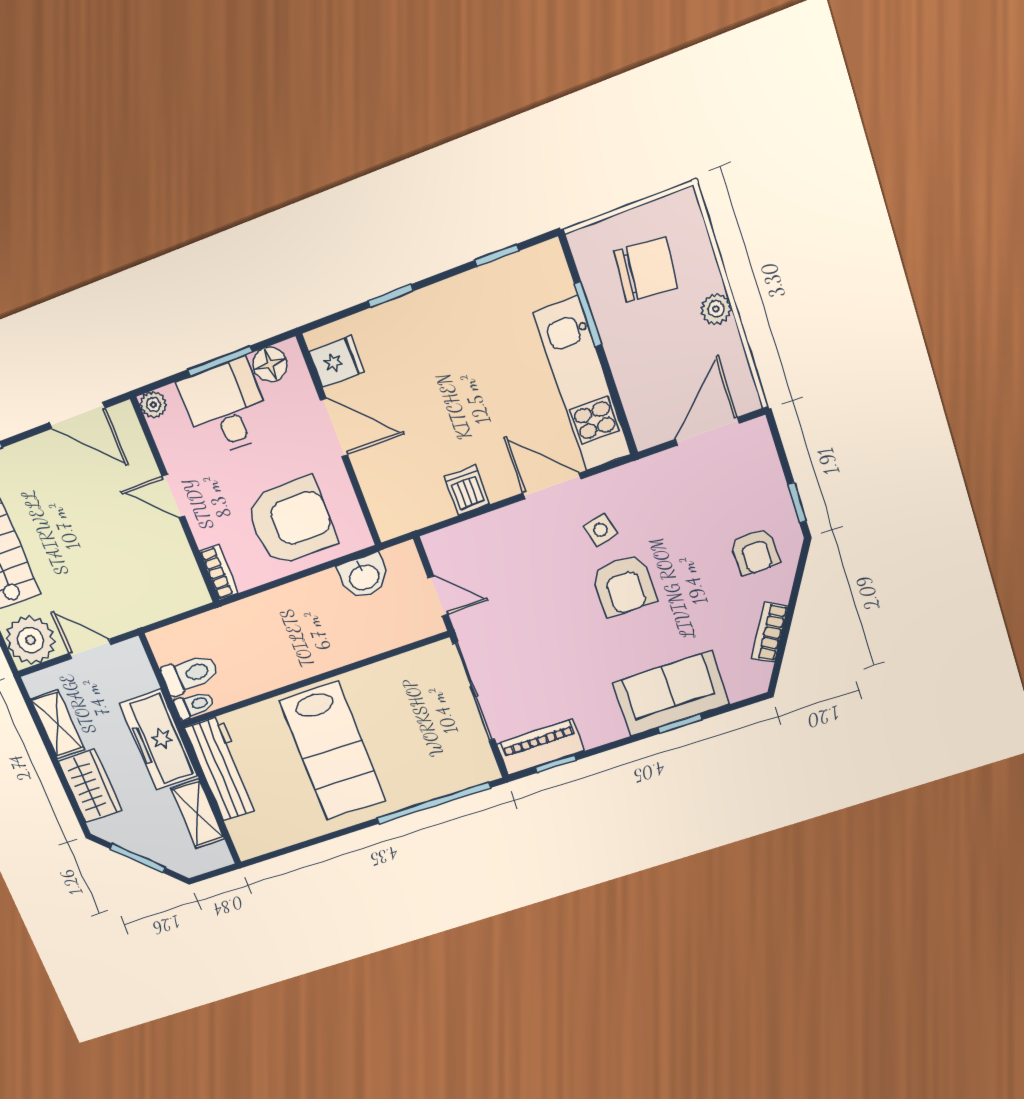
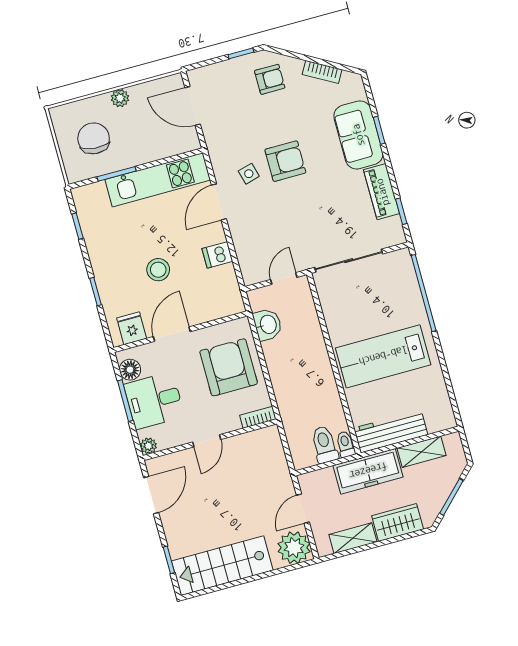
stool: (435, 397) -> (158, 270), added
piano: (540, 747) -> (382, 192), moved
lab bench: (333, 751) -> (383, 356), turned 180

